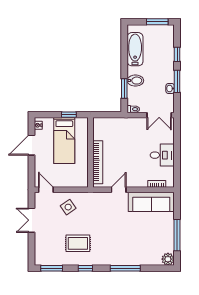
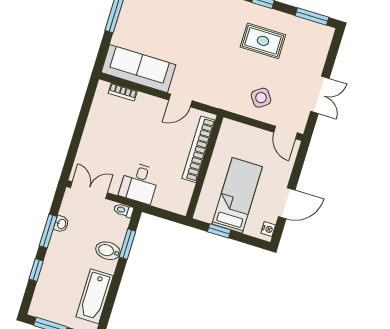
desk: (162, 155) -> (139, 183), moved, turned -90

